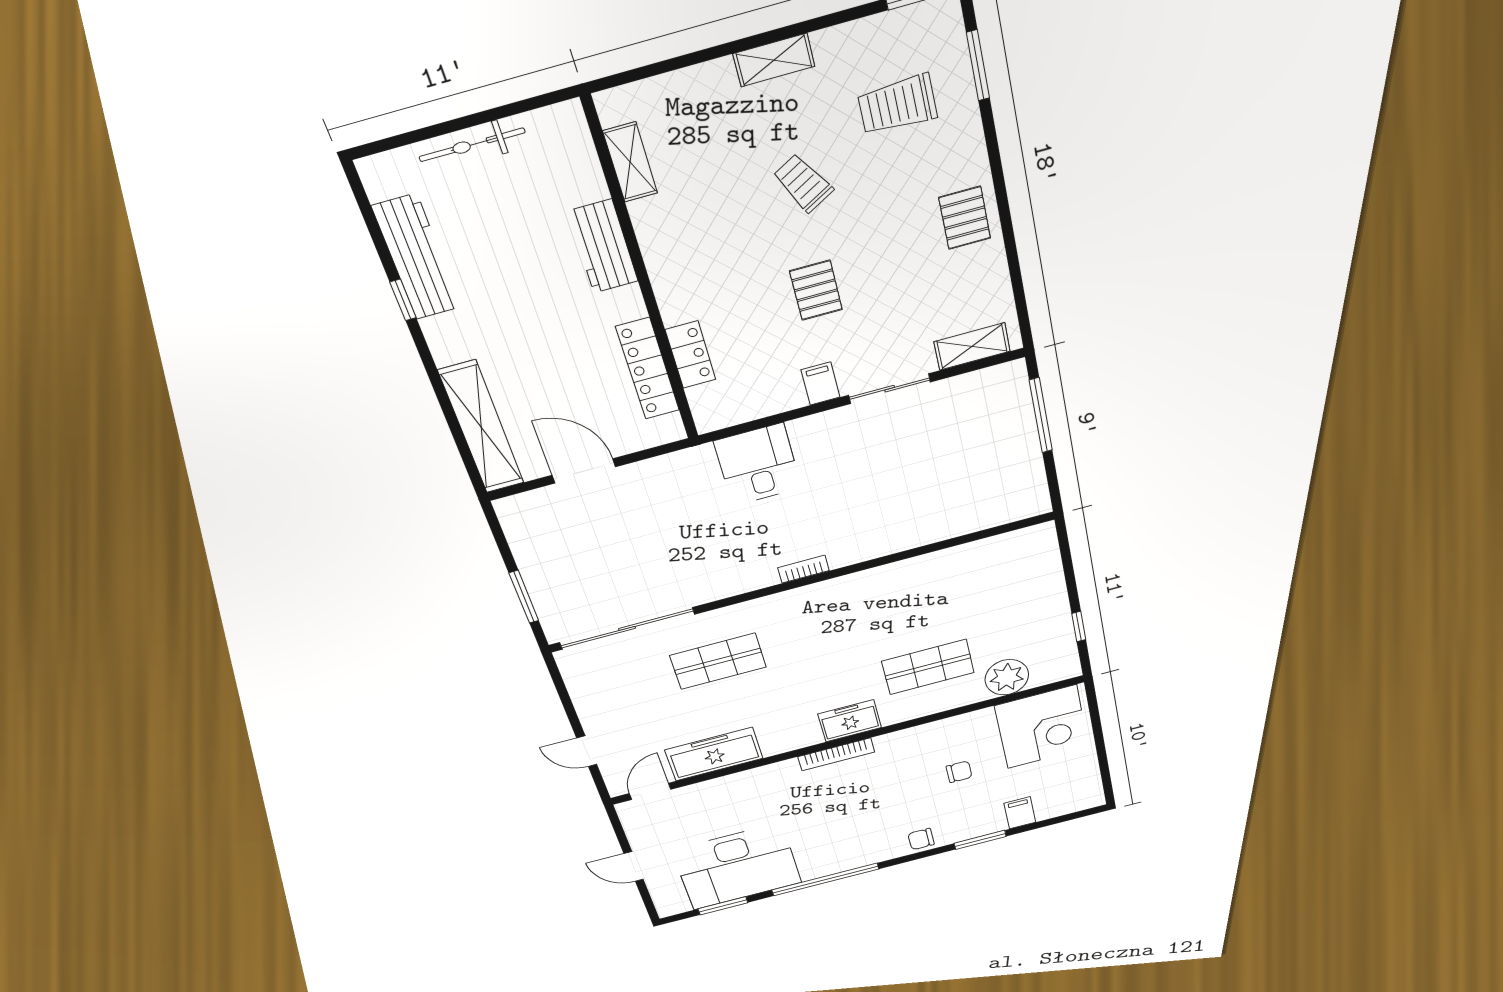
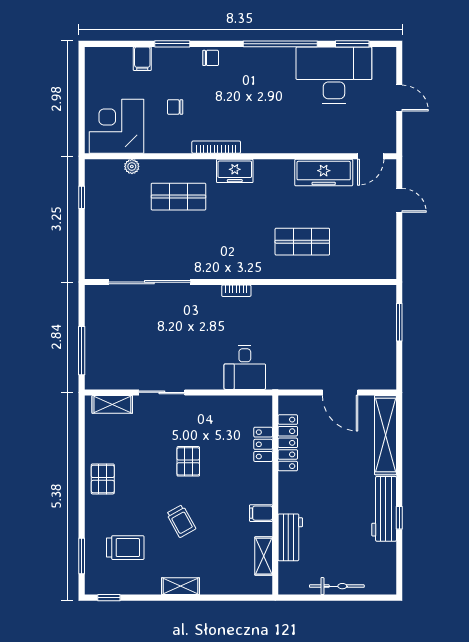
workbench: (603, 246) -> (290, 537), moved
workbench: (417, 257) -> (384, 509), moved
filing cabinet: (820, 384) -> (261, 513), moved, turned 90
sliding door: (627, 628) -> (149, 282), moved
plant: (1007, 677) -> (132, 166), width x0.53, depth x0.53
bookcase: (836, 754) -> (216, 147), moved

